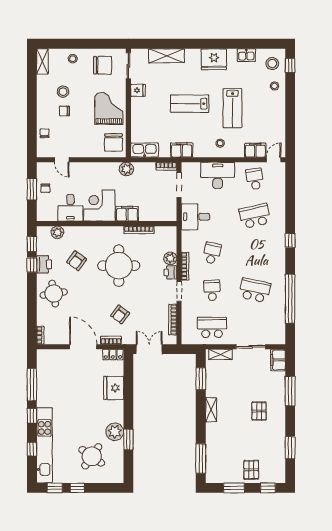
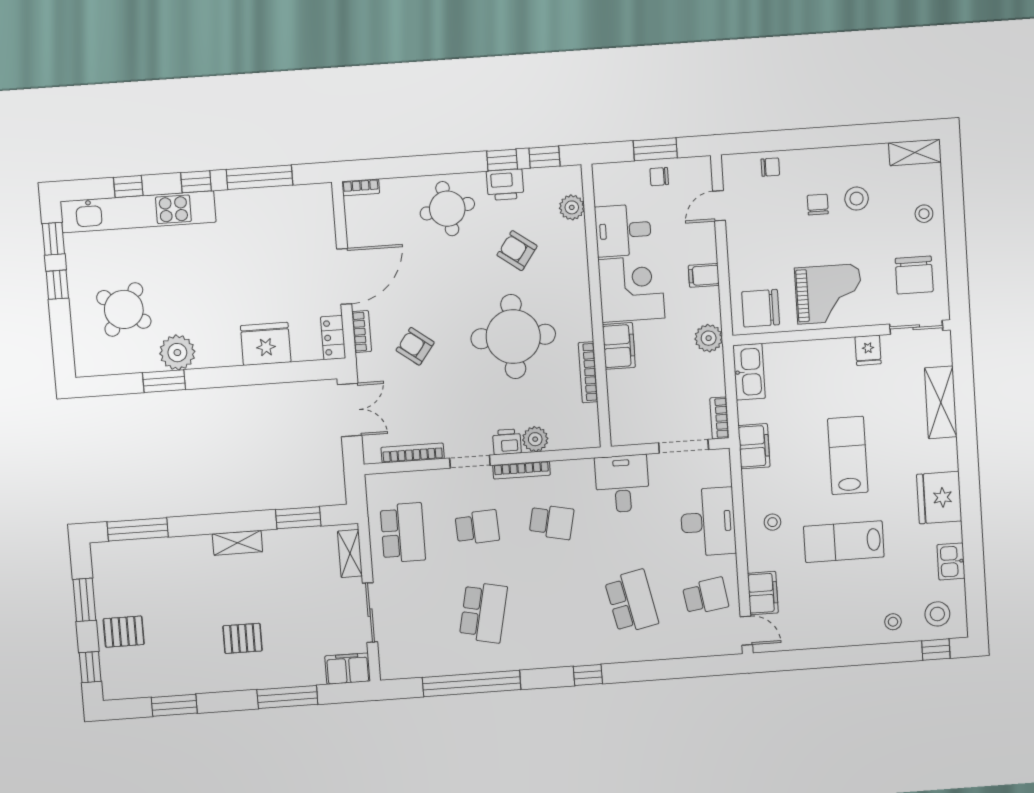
filing cabinet: (95, 169) -> (704, 275), added

